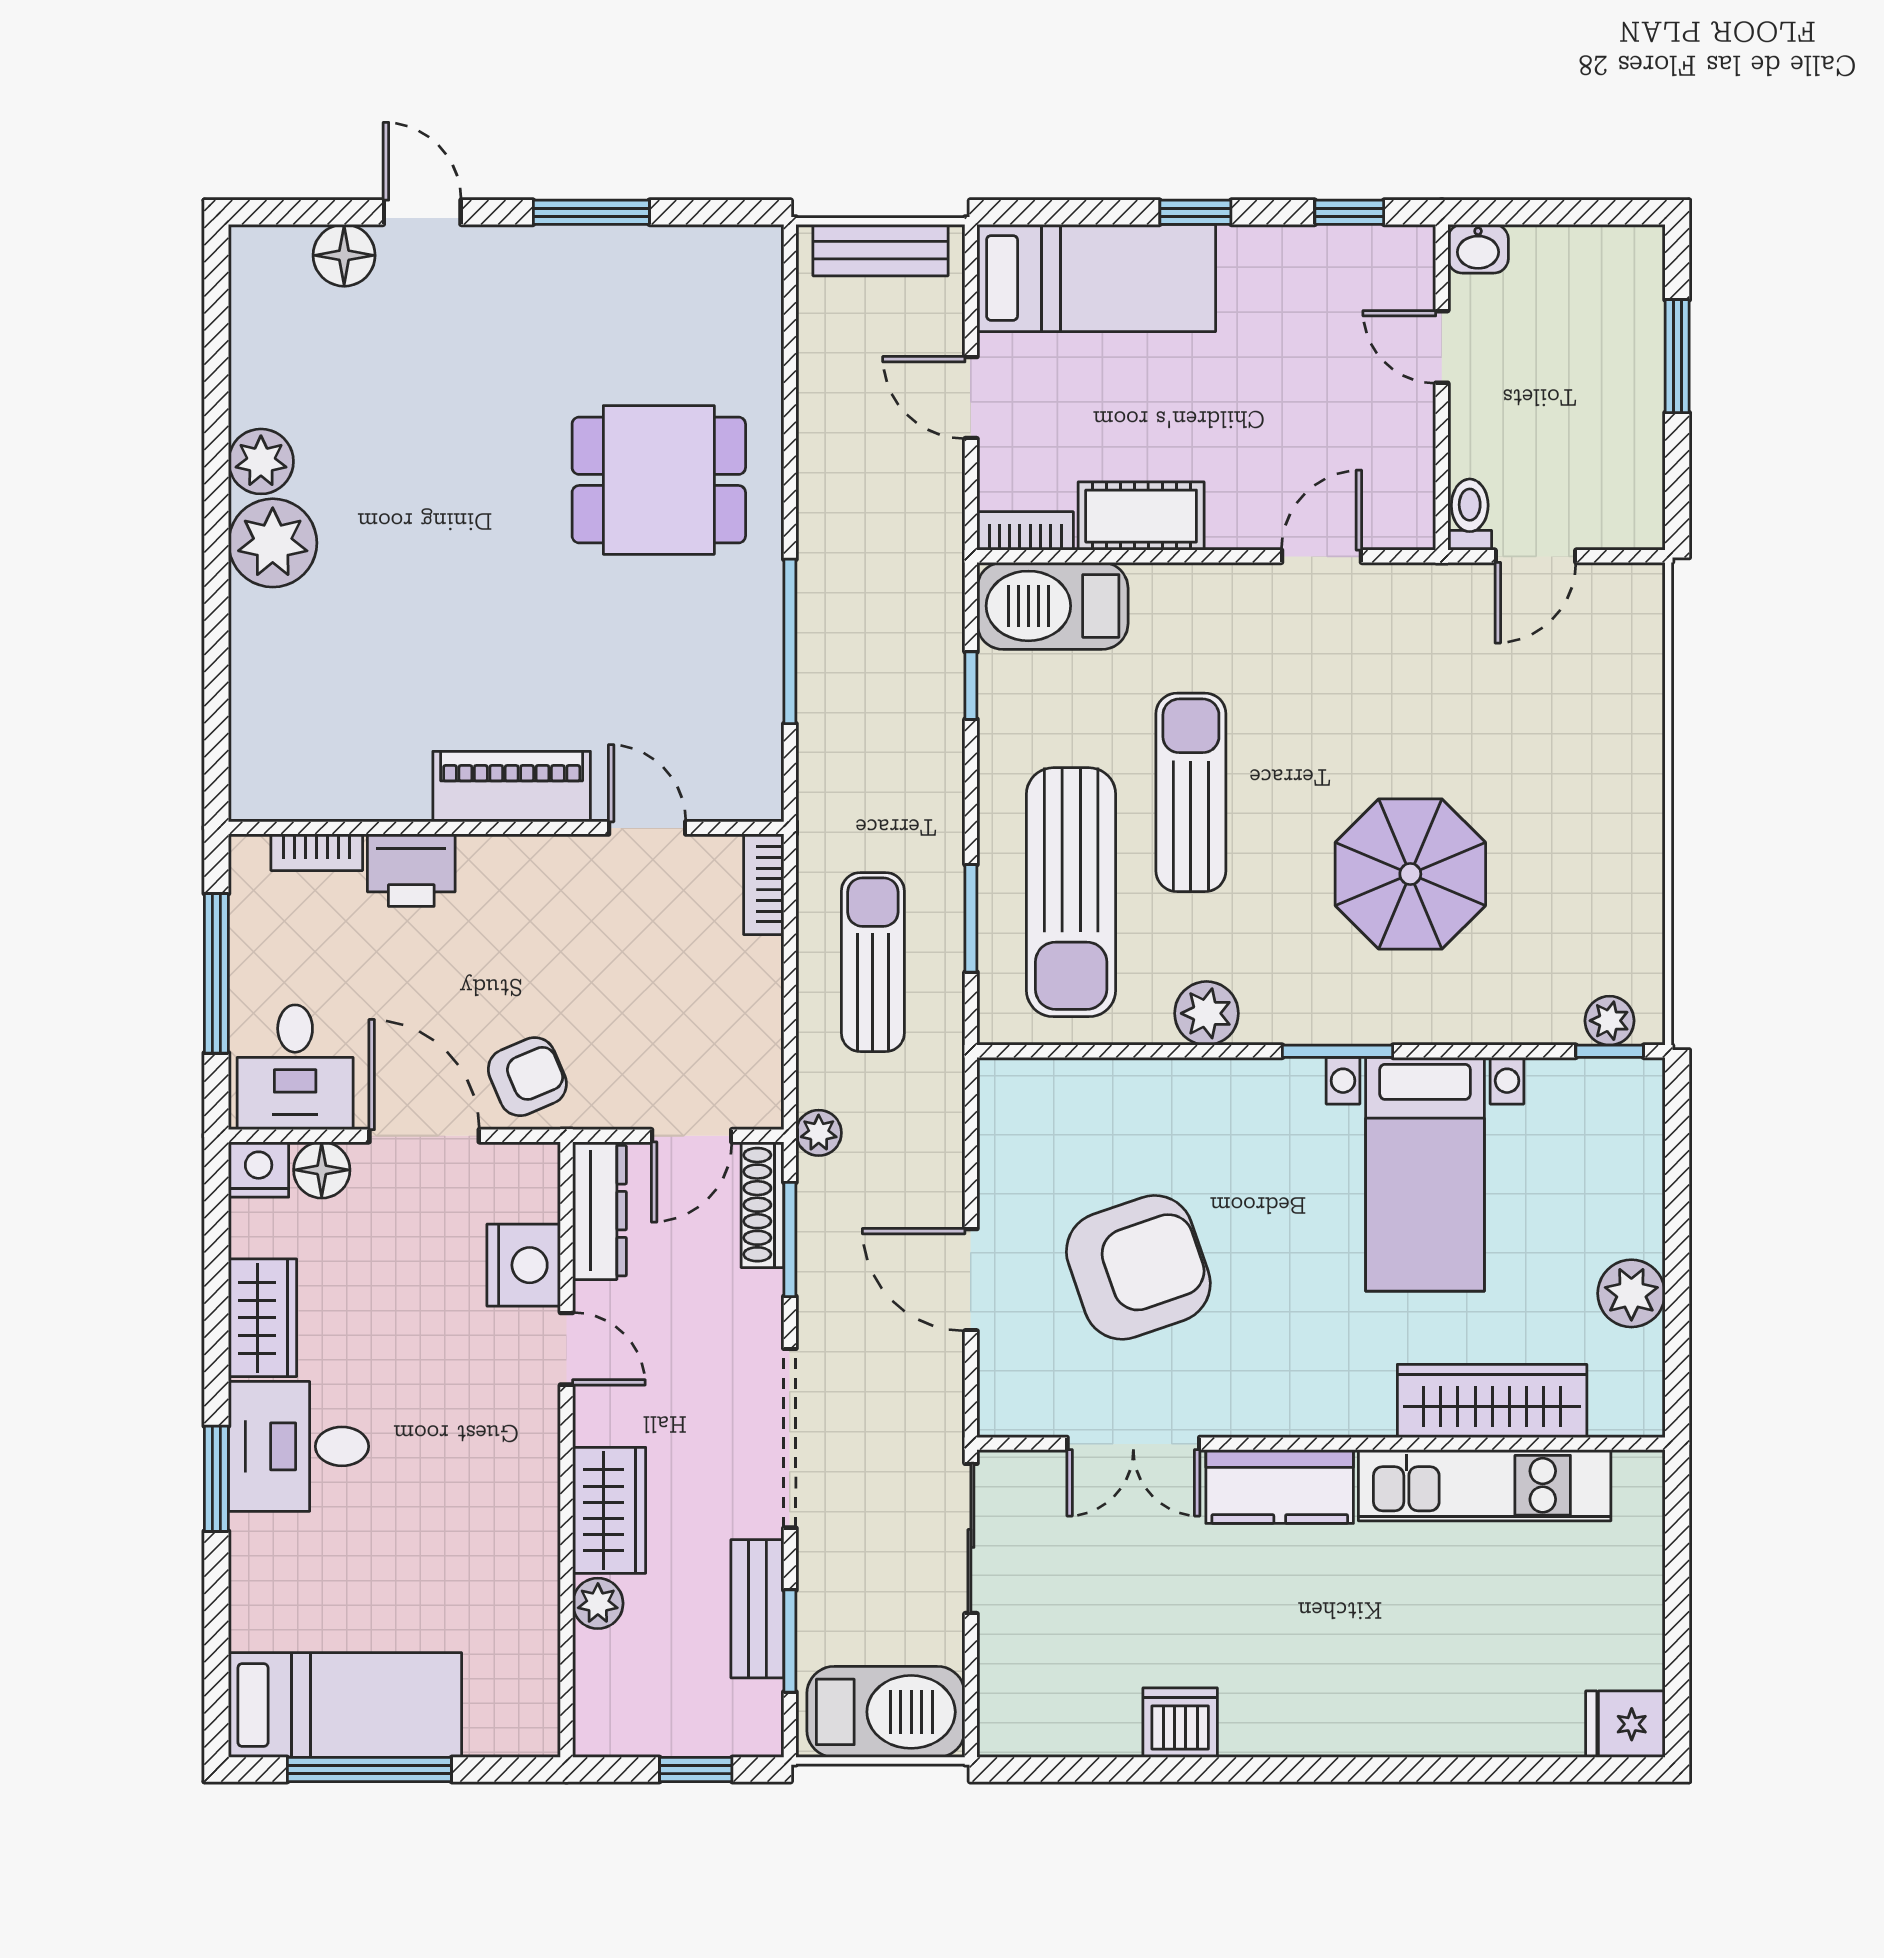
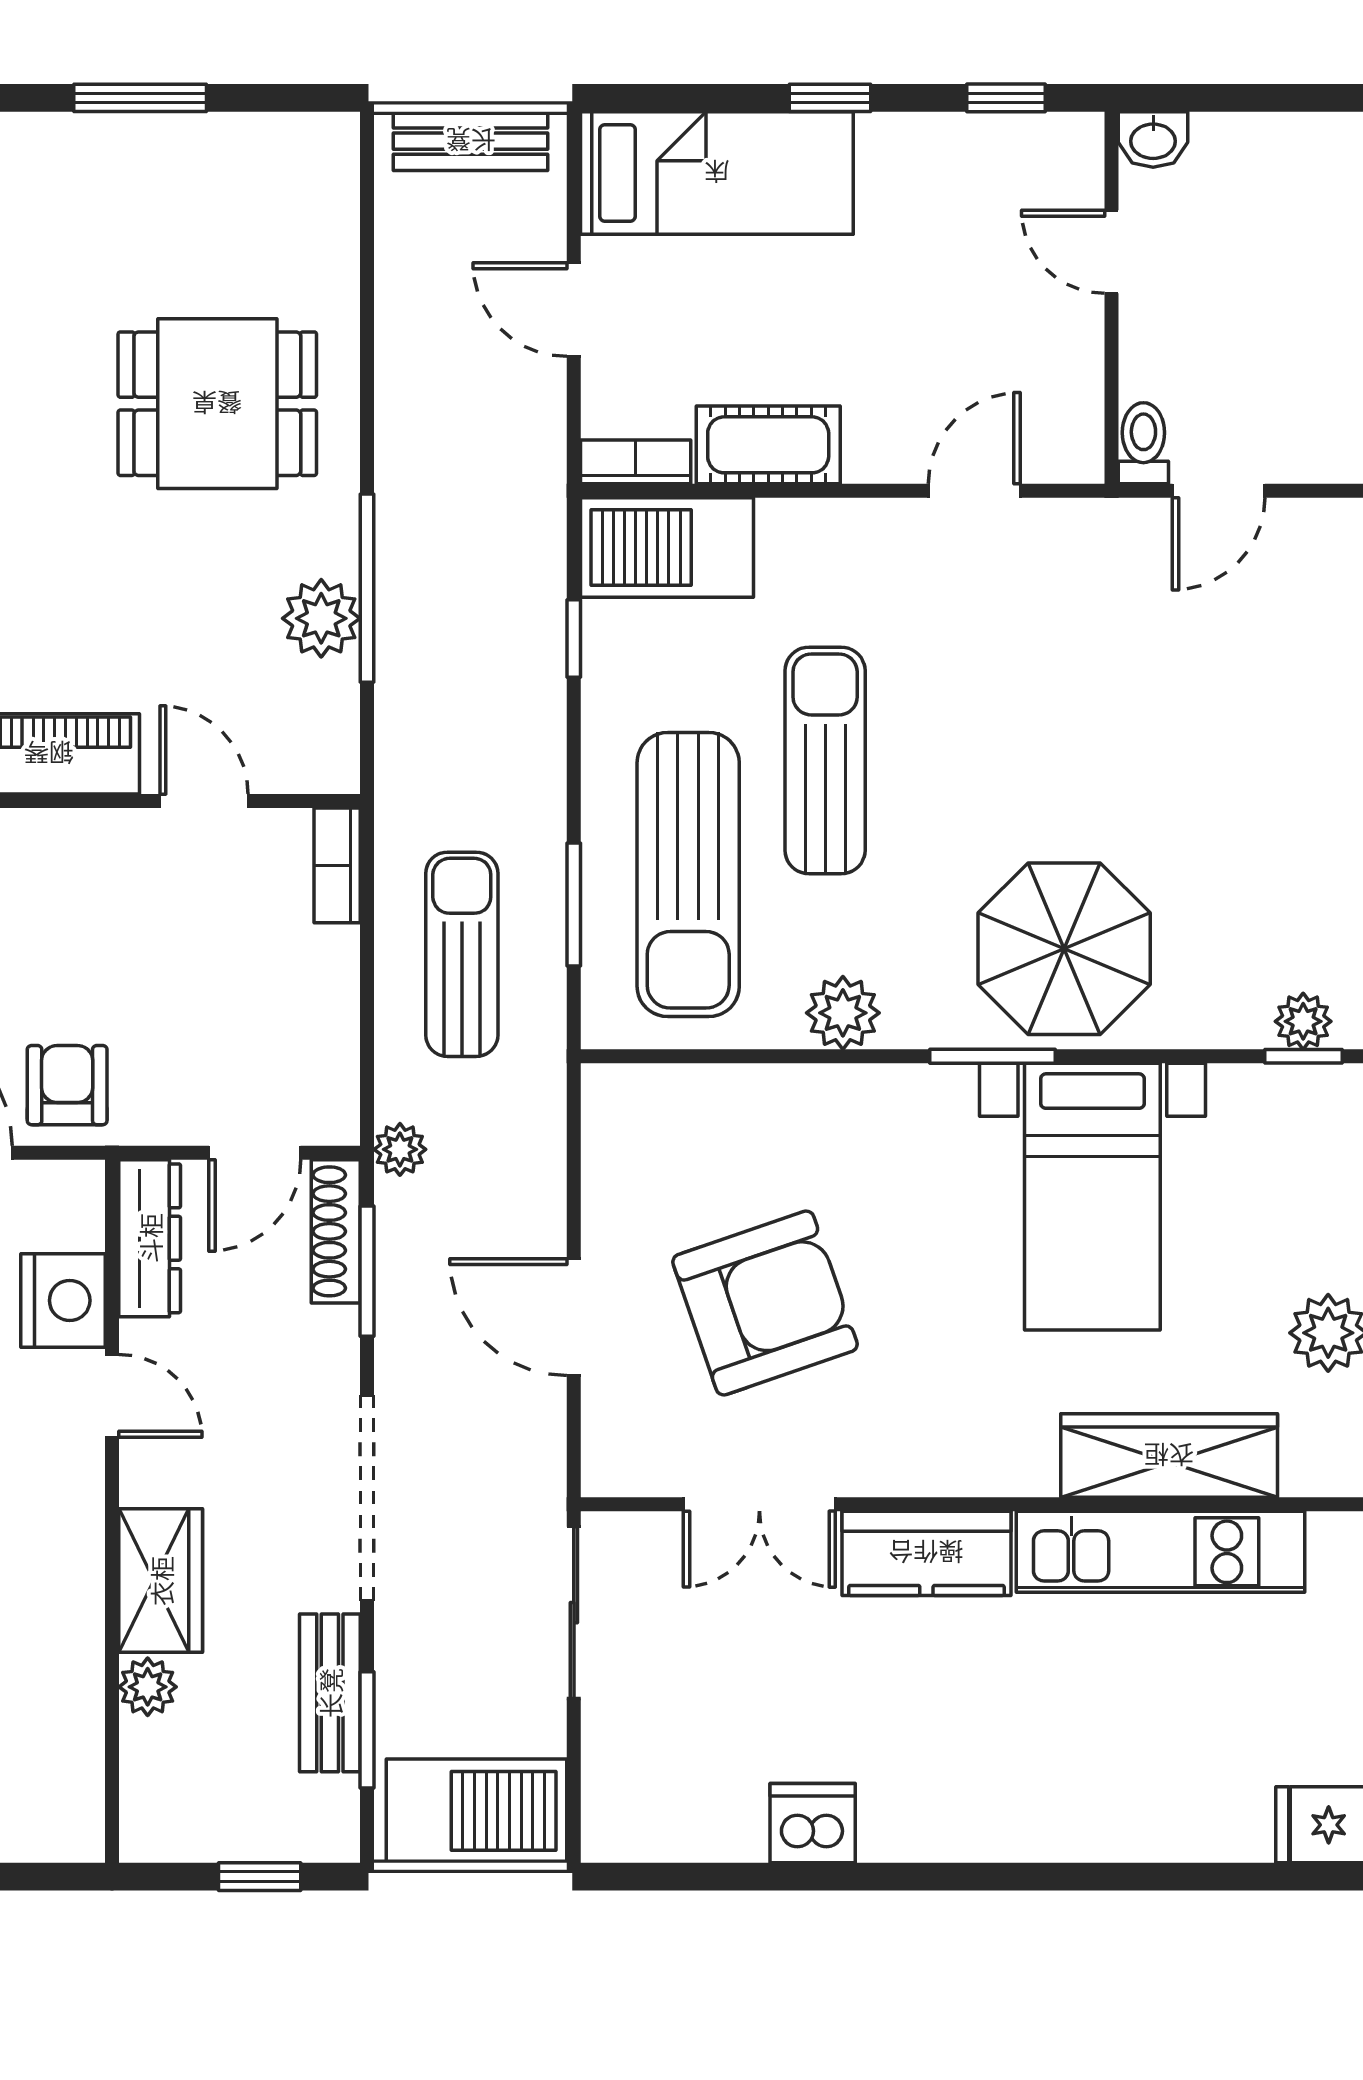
plant: (750, 668) -> (321, 618), added
parasol: (1410, 874) -> (1064, 949), moved
armchair: (527, 1077) -> (67, 1085), turned -67

